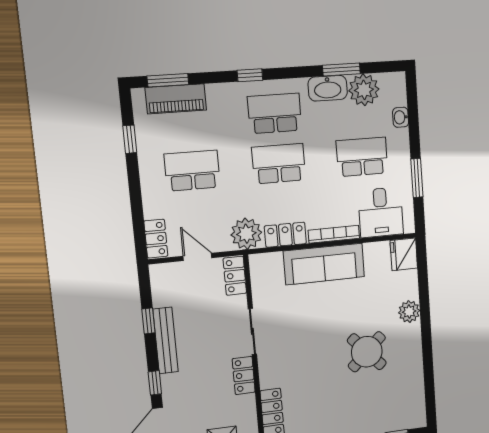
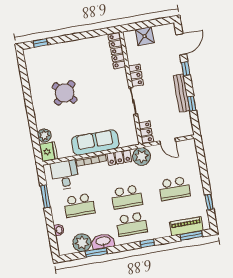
locker: (156, 239) -> (191, 150), removed
plant: (409, 312) -> (44, 135), moved

